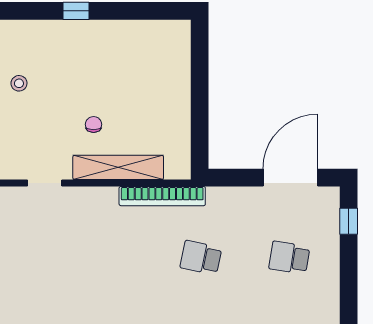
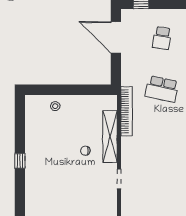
stool: (19, 83) -> (55, 106), moved
school desk: (201, 258) -> (162, 89), width x1.85

